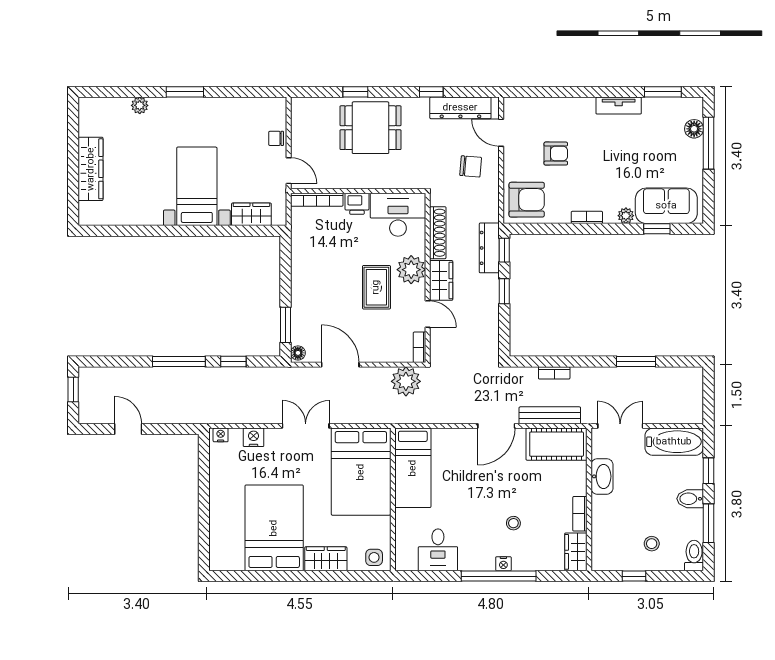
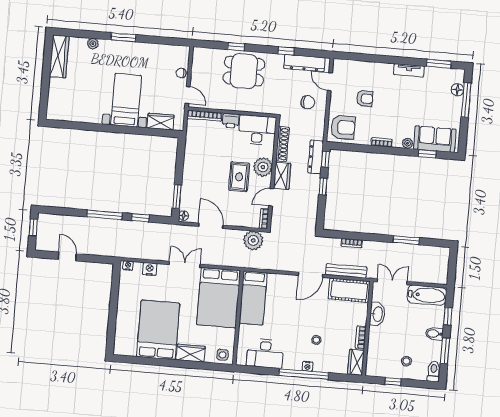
wardrobe: (91, 169) -> (59, 56), moved
door: (428, 314) -> (271, 197), swing flipped
desk: (438, 550) -> (265, 353), width x1.37

